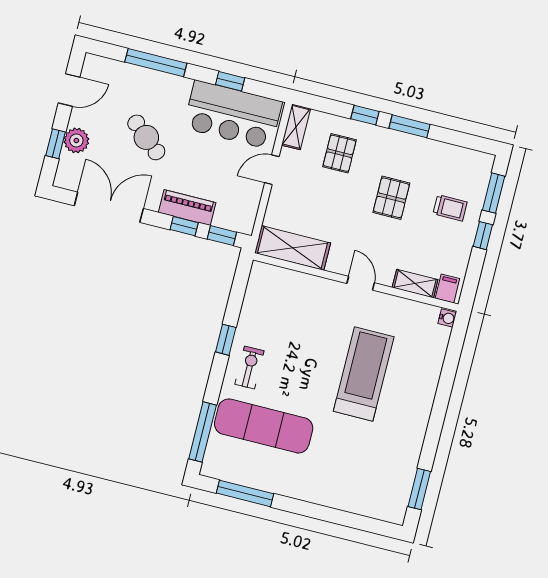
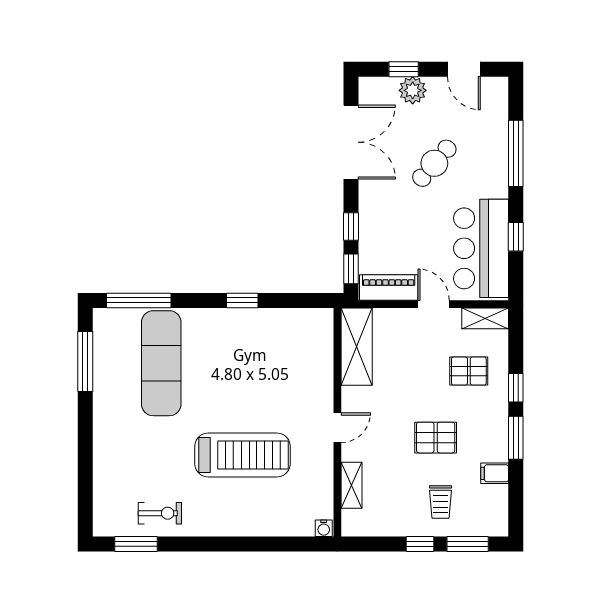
piano: (187, 208) -> (389, 287), moved, turned -90
filing cabinet: (447, 288) -> (495, 473), moved, turned 180
exercise bike: (249, 368) -> (160, 513), moved

